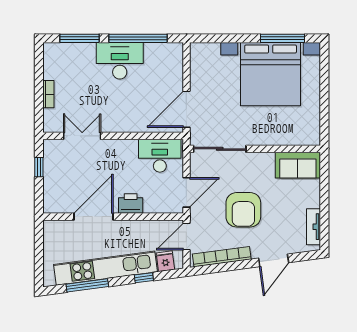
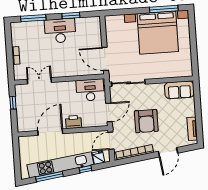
window: (138, 38) -> (71, 16), width x0.47
door: (186, 109) -> (105, 59), hinge flipped

